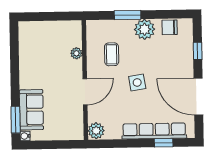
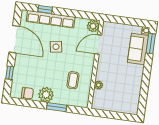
side table: (137, 82) -> (56, 47), moved
door: (85, 92) -> (98, 44), moved

